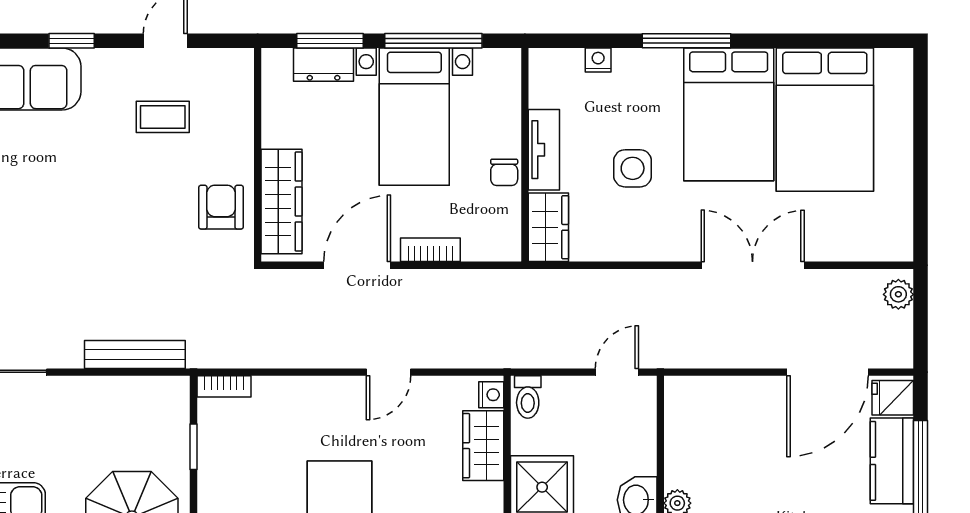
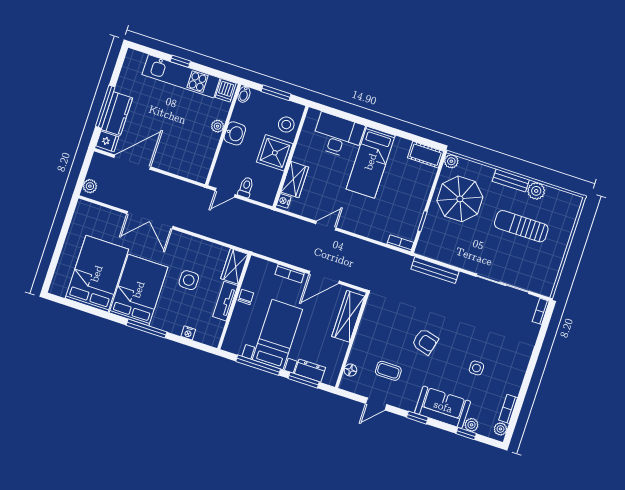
floor lamp: (241, 93) -> (350, 370), added
armchair: (221, 207) -> (425, 342), moved, turned -75
toilet: (528, 397) -> (246, 187), moved

